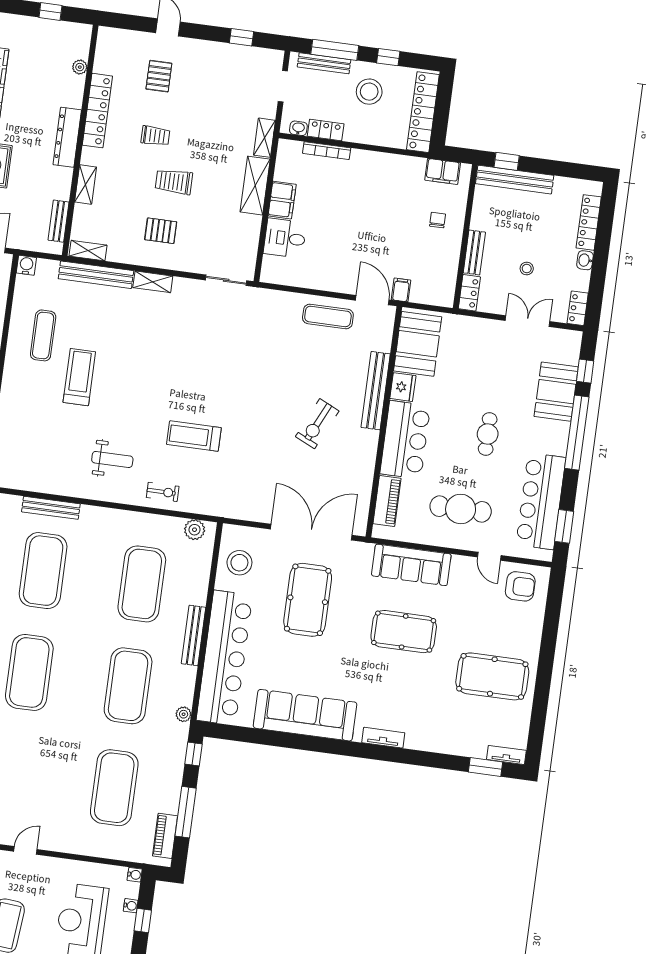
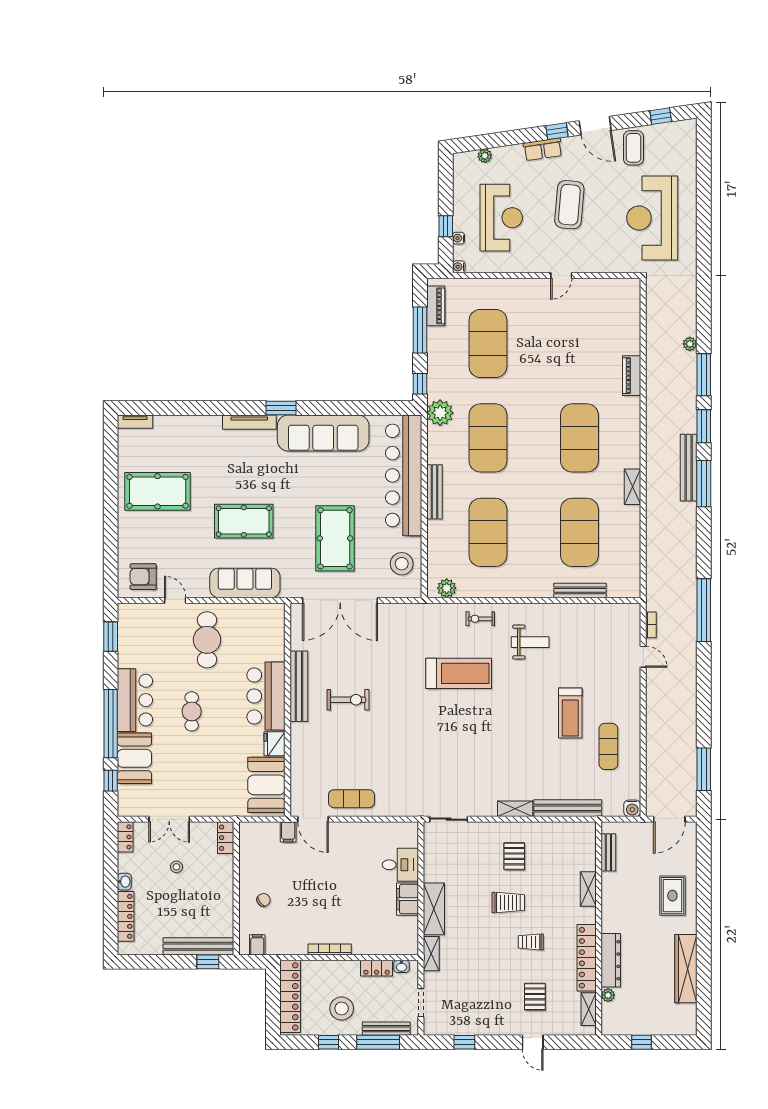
dresser: (67, 137) -> (611, 960), moved
bookcase: (327, 151) -> (330, 950), moved
filing cabinet: (443, 171) -> (257, 945), width x0.50
chair: (438, 220) -> (264, 900), turned -127
pallet: (161, 231) -> (514, 856), turned 90
shelving: (88, 251) -> (589, 1009), moved, turned 90
bench: (474, 252) -> (226, 875), removed
bench: (376, 391) -> (299, 686), moved
exercise bike: (317, 424) -> (348, 700), turned 65
treadmill: (194, 436) -> (459, 673), width x1.37, depth x1.38
weight bench: (112, 459) -> (530, 642), turned 180
piano: (387, 501) -> (275, 638), removed
bar counter: (541, 501) -> (135, 700), moved, width x0.73
cafe table: (461, 509) -> (207, 640), turned 90
plant: (184, 714) -> (440, 413), width x1.88, depth x1.88
tv unit: (383, 738) -> (249, 422), width x1.41
window: (486, 767) -> (281, 408), moved

